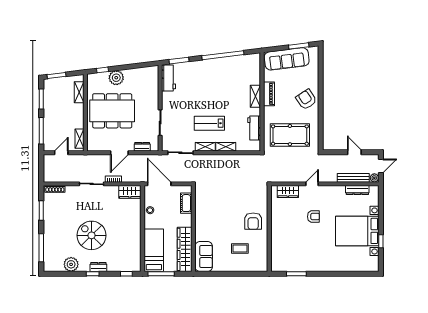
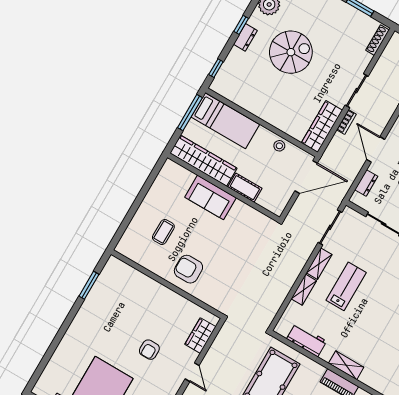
wardrobe: (130, 192) -> (322, 127), width x1.50
cot: (186, 203) -> (245, 188), moved
sofa: (204, 257) -> (210, 197), moved

